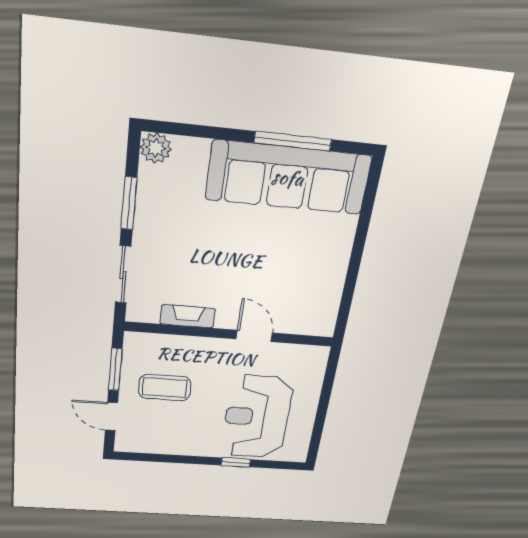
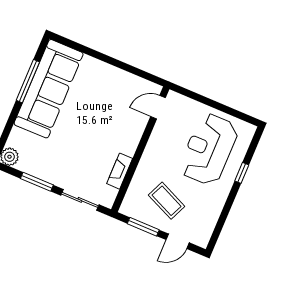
door: (254, 336) -> (158, 107), moved
coffee table: (165, 388) -> (167, 201), turned -66
reception desk: (257, 417) -> (209, 149), turned 90

